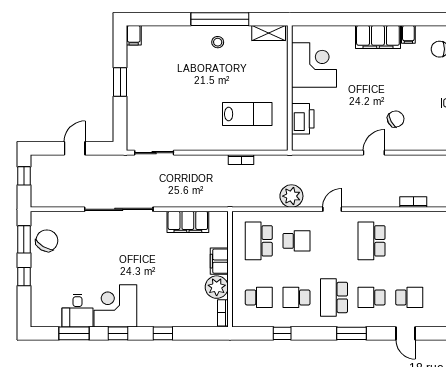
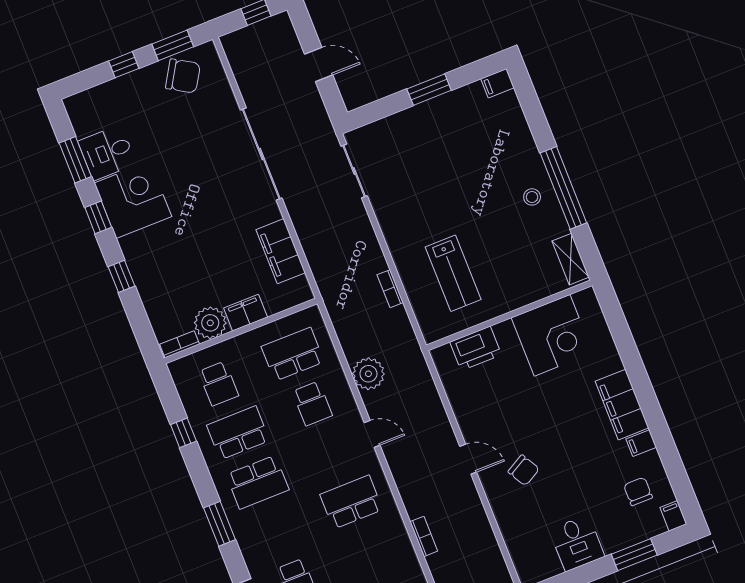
school desk: (296, 297) -> (238, 433), width x1.85
school desk: (334, 297) -> (258, 482), turned 180
school desk: (372, 297) -> (277, 531), removed

